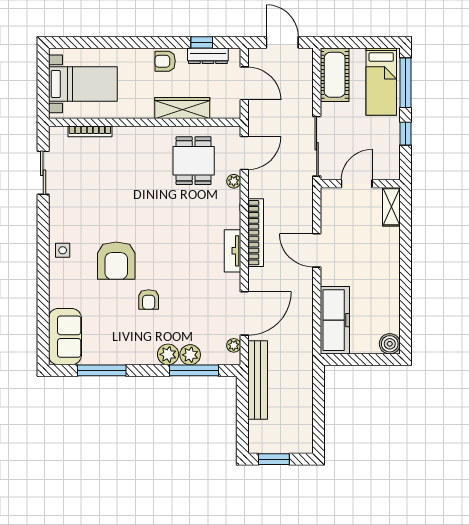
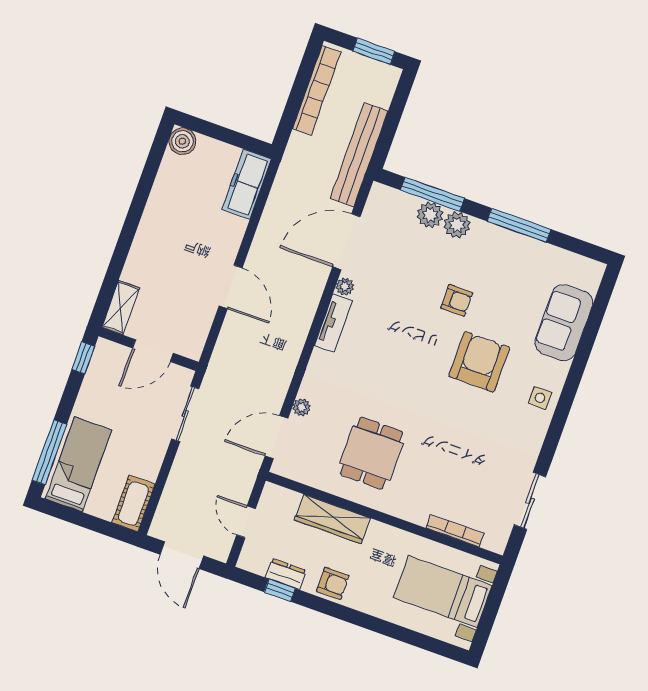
dresser: (208, 56) -> (286, 574), width x0.70
cot: (335, 75) -> (133, 503), width x0.73, depth x0.75
door: (244, 83) -> (246, 522), width x0.73
window: (405, 134) -> (83, 358), moved
sliding door: (317, 146) -> (185, 414), width x0.73
dining table: (194, 161) -> (371, 453), moved
bookcase: (256, 233) -> (317, 90), moved, turned 180
armchair: (149, 299) -> (457, 300), turned 90
freezer: (335, 320) -> (247, 184), width x0.73, depth x0.79
sofa: (65, 337) -> (564, 323), moved
plant: (234, 345) -> (345, 287), moved
window: (102, 370) -> (519, 225), moved

